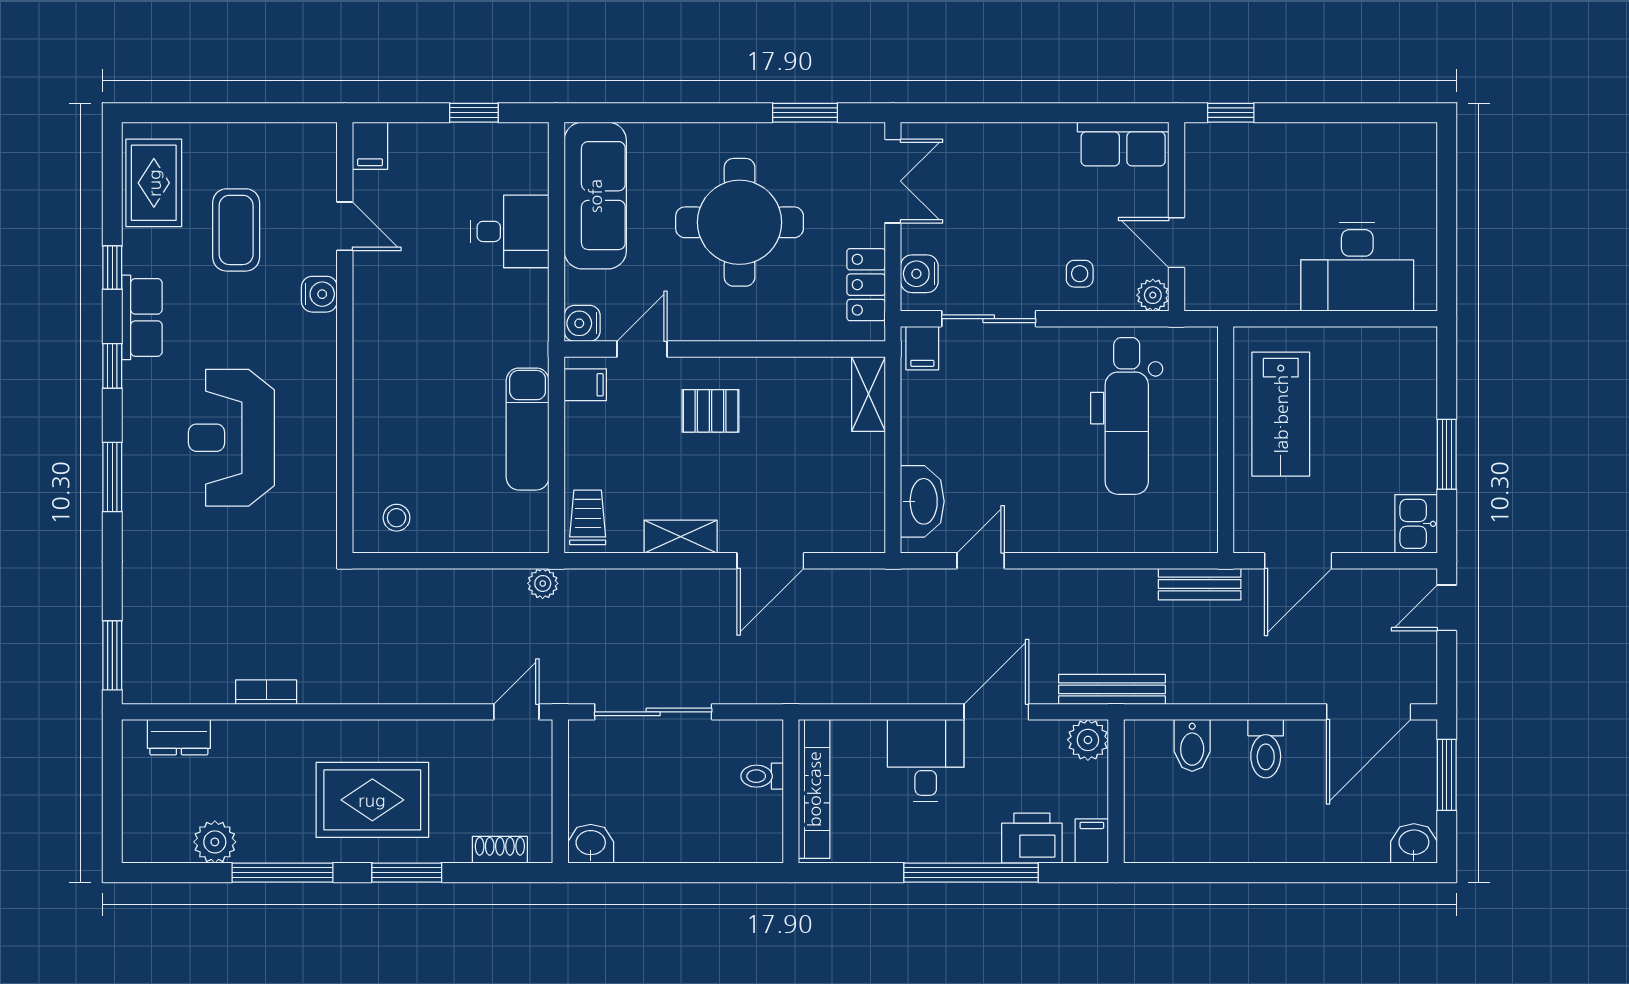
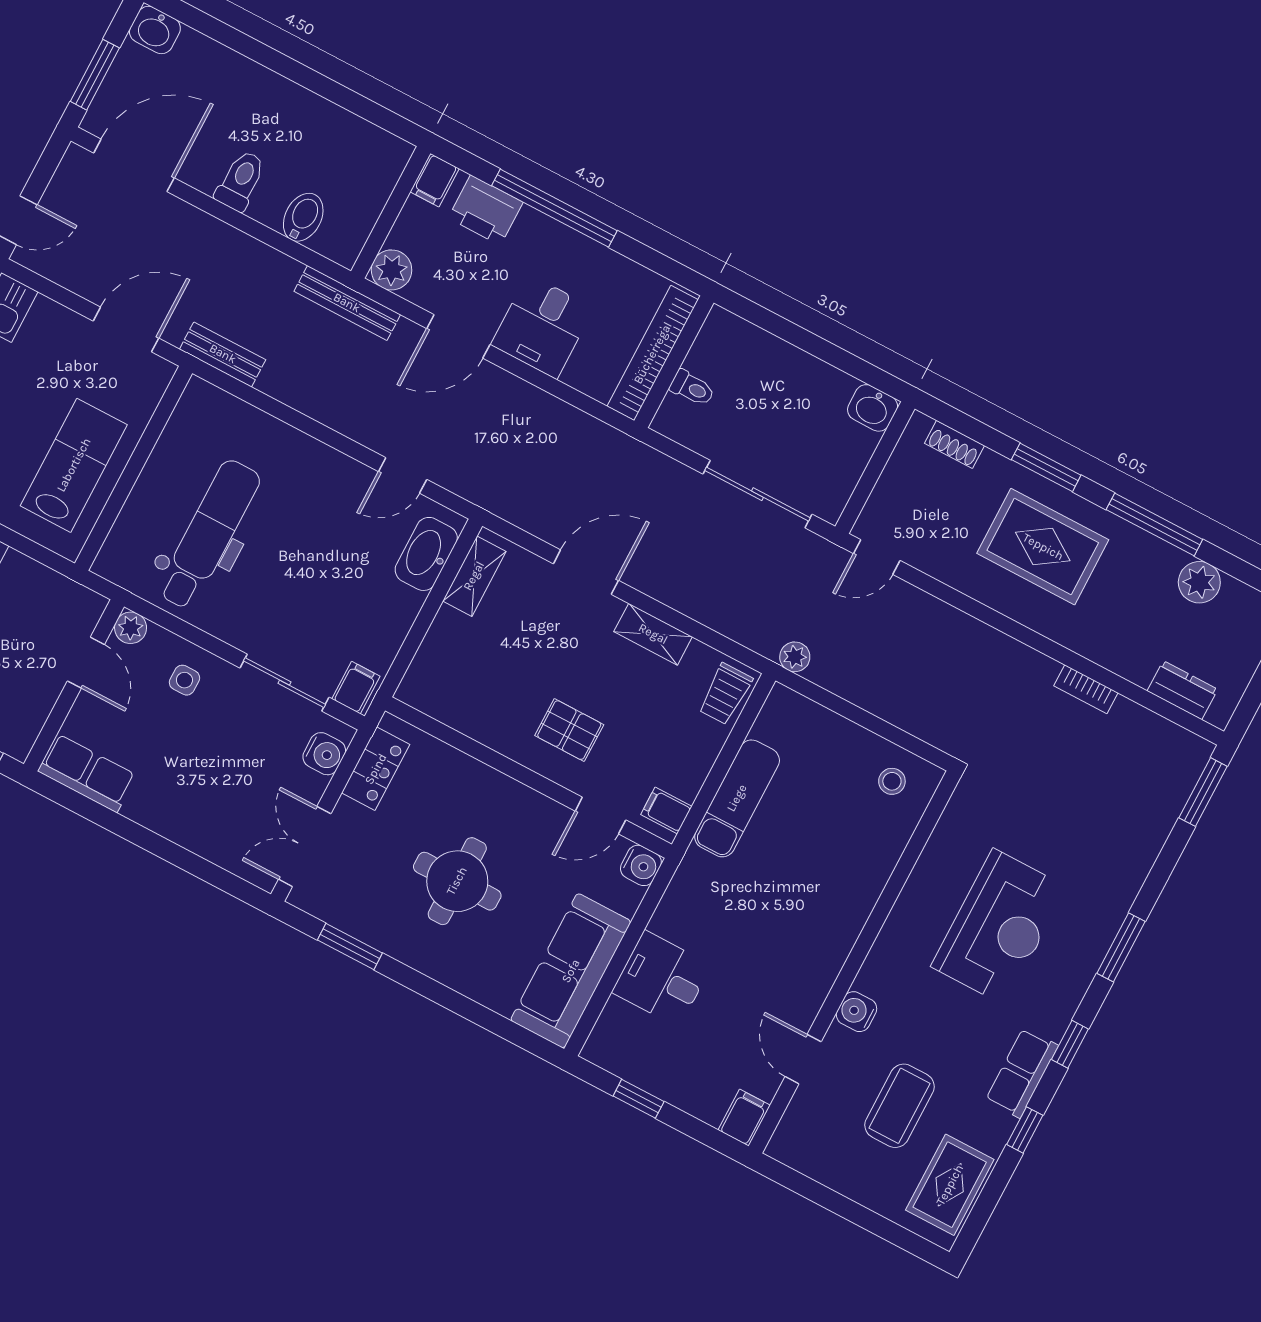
round table: (740, 222) -> (457, 881), width x0.73, depth x0.73
shelving: (869, 394) -> (474, 576), moved

